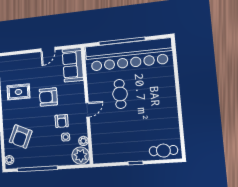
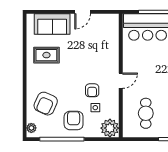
sofa: (73, 65) -> (52, 24), moved, turned -90
cafe table: (120, 94) -> (146, 113), moved
armchair: (48, 97) -> (74, 120), moved, turned 90
plant: (83, 141) -> (114, 113), removed

